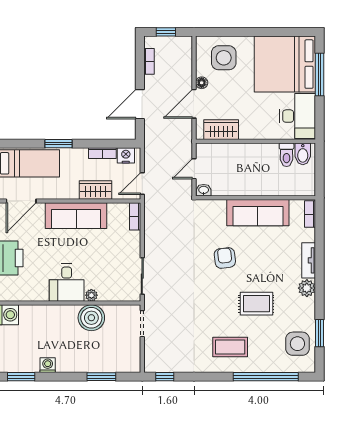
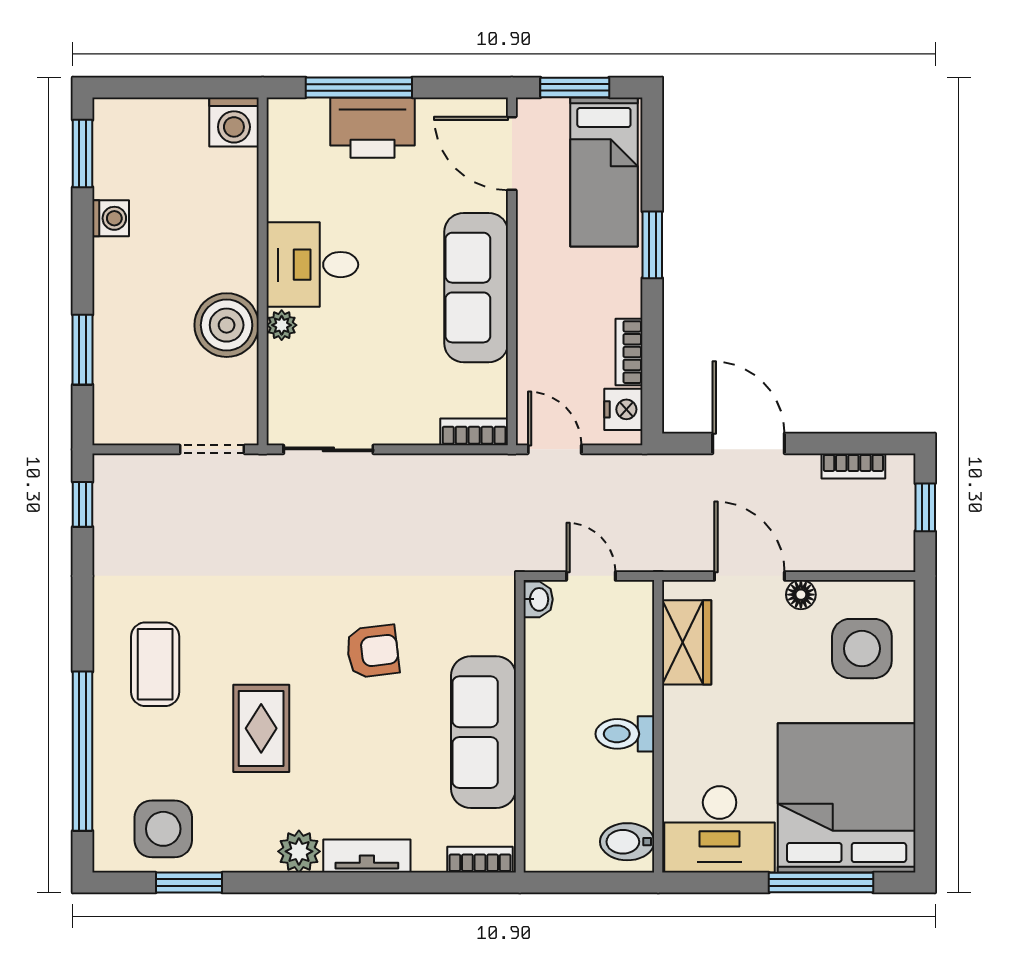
toilet: (287, 155) -> (625, 734), moved
wardrobe: (95, 190) -> (539, 335), removed

